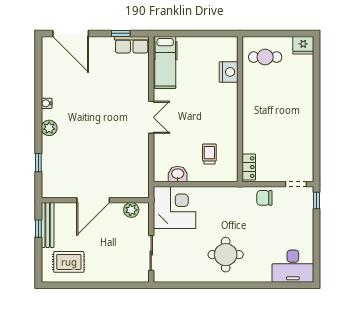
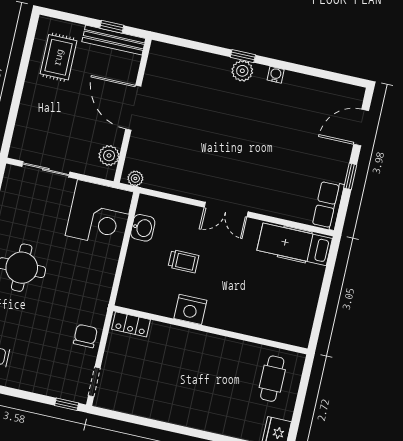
door: (71, 33) -> (361, 127), width x0.73
window: (121, 33) -> (350, 176), moved
nightstand: (229, 72) -> (190, 309), moved
trolley: (209, 154) -> (184, 261), moved
window: (38, 163) -> (243, 56), moved
plant: (143, 187) -> (135, 178), added

